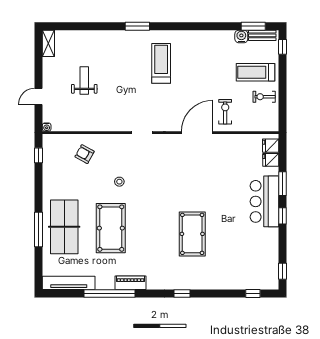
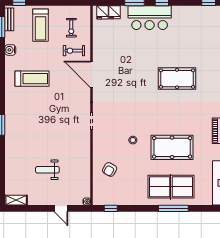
water cooler: (241, 36) -> (10, 50), moved
treadmill: (161, 63) -> (32, 79), moved, turned 180
exercise bike: (264, 97) -> (71, 28), moved

